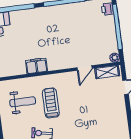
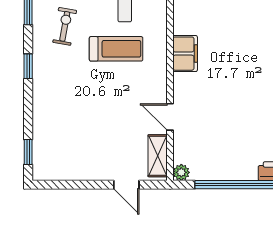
filing cabinet: (36, 66) -> (185, 54), moved

